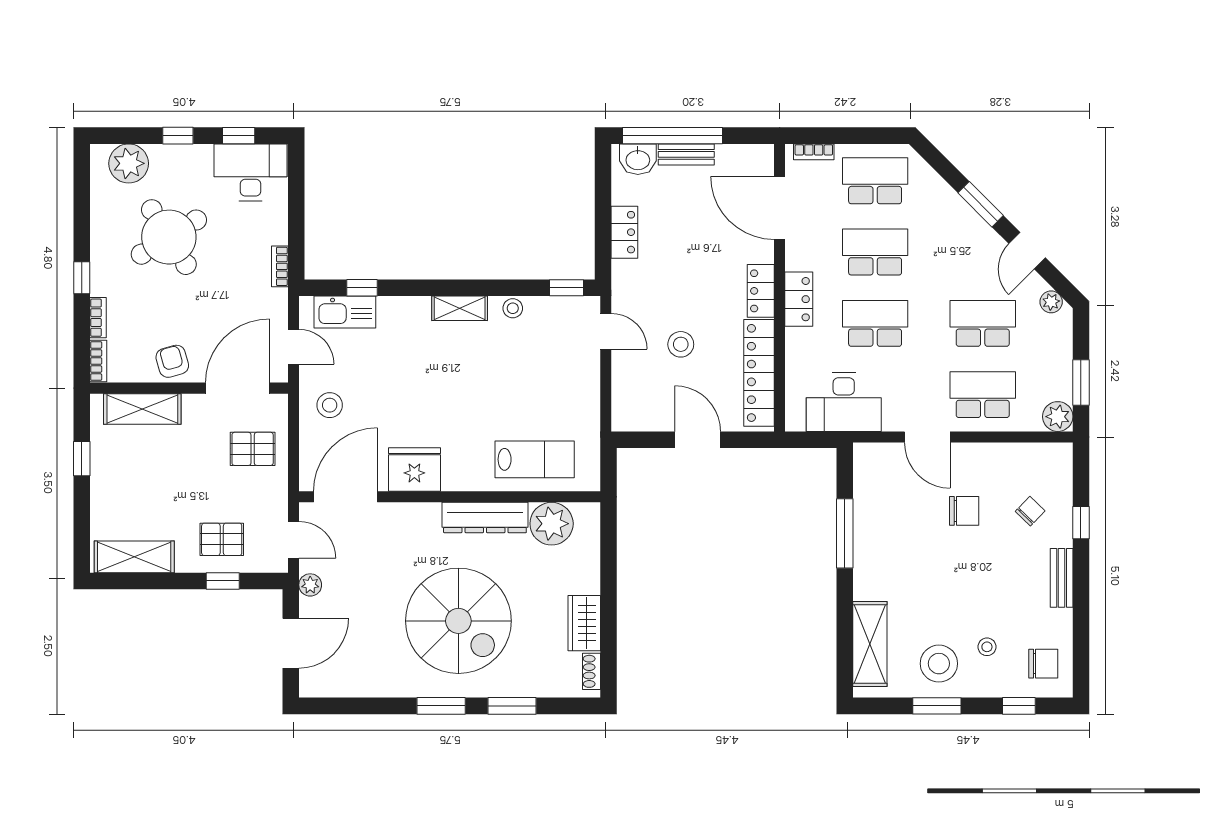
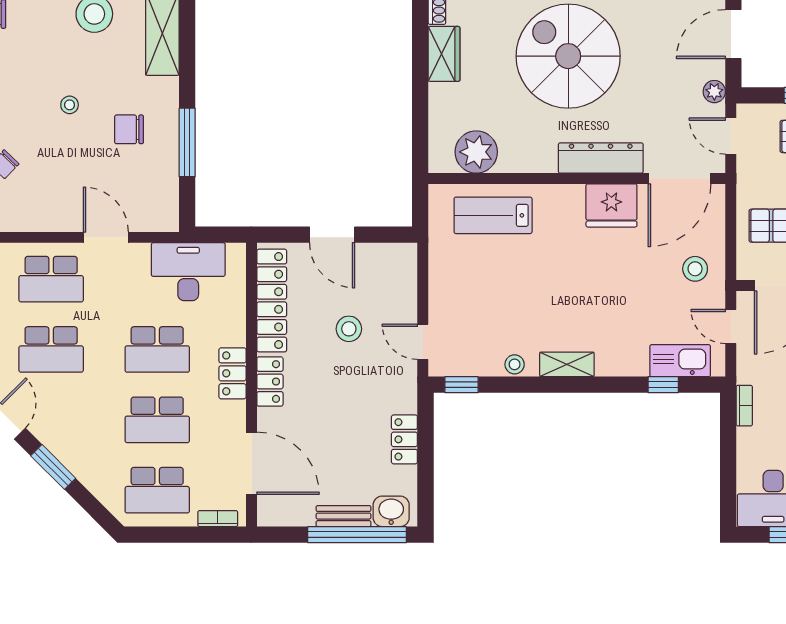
chair: (964, 511) -> (129, 129), moved
dresser: (485, 518) -> (601, 158), moved
stool: (987, 647) -> (70, 105), moved

